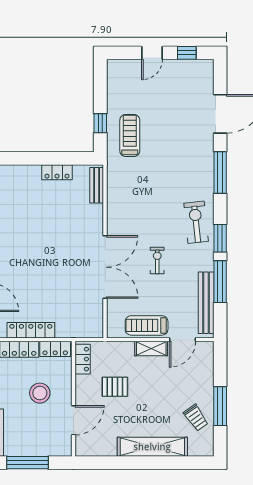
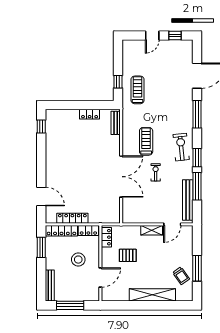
treadmill: (147, 325) -> (146, 141), moved, turned 90

